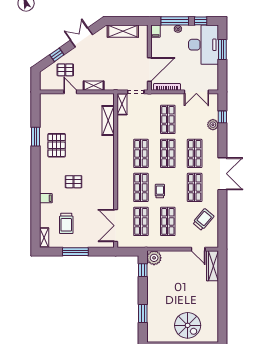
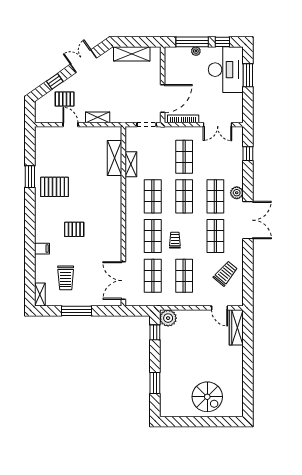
filing cabinet: (156, 31) -> (170, 54), removed
shelving: (122, 104) -> (131, 164), moved
plant: (213, 125) -> (237, 193), moved
pallet: (57, 145) -> (54, 187), turned 90

